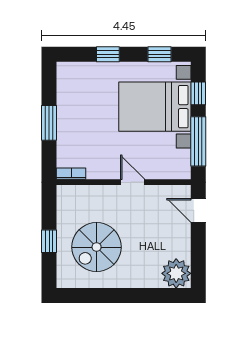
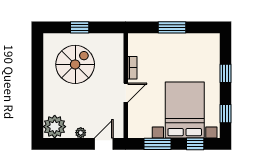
window: (198, 141) -> (158, 144), width x0.69
bookcase: (71, 174) -> (132, 68), moved
plant: (184, 240) -> (81, 133), added
spiral stairs: (97, 247) -> (75, 64), turned 90

